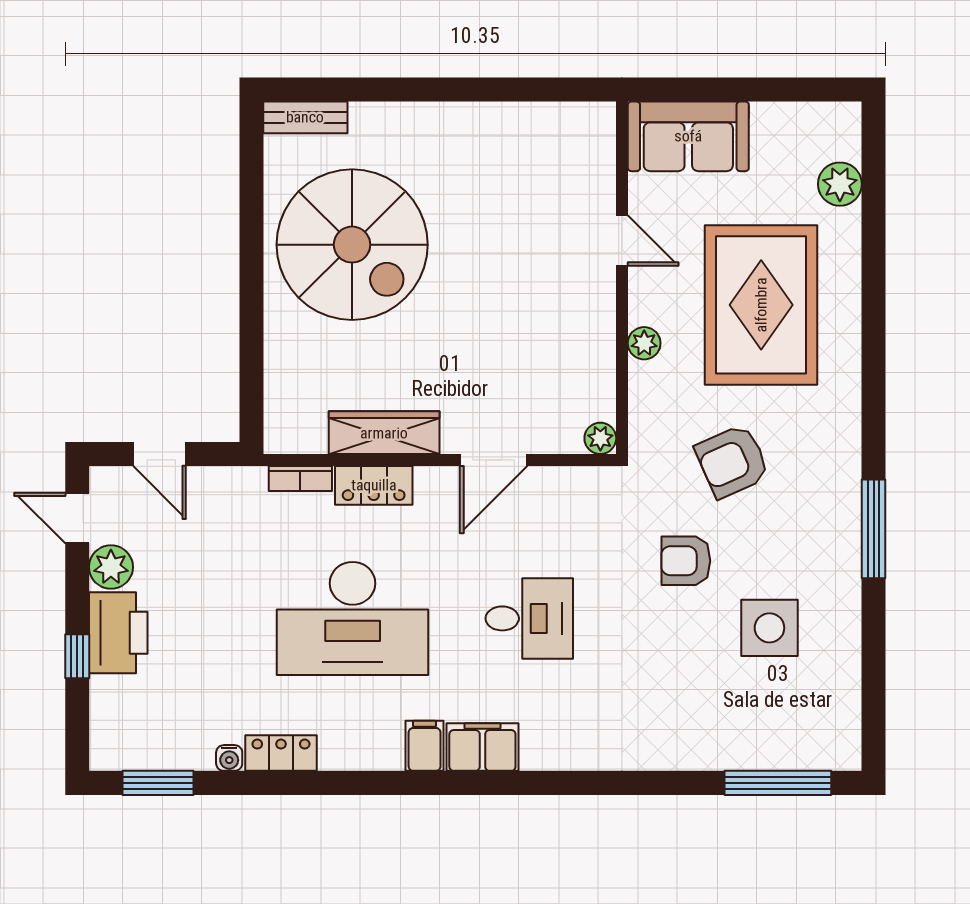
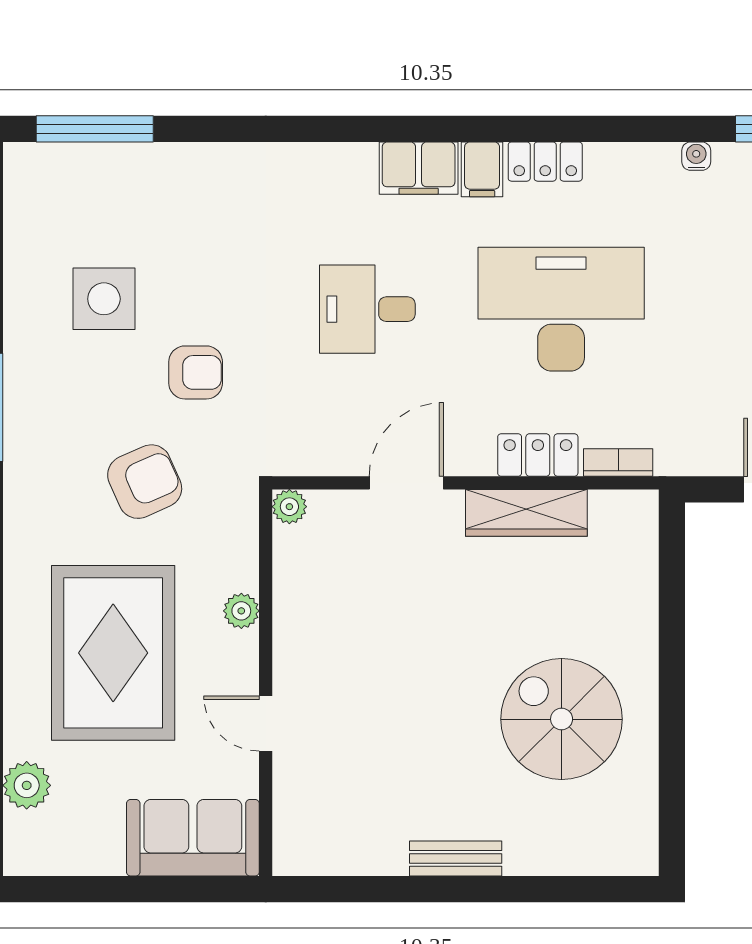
bench: (305, 117) -> (456, 858), moved
spiral stairs: (352, 245) -> (562, 719), width x0.73, depth x0.73
locker: (281, 753) -> (545, 162), moved

